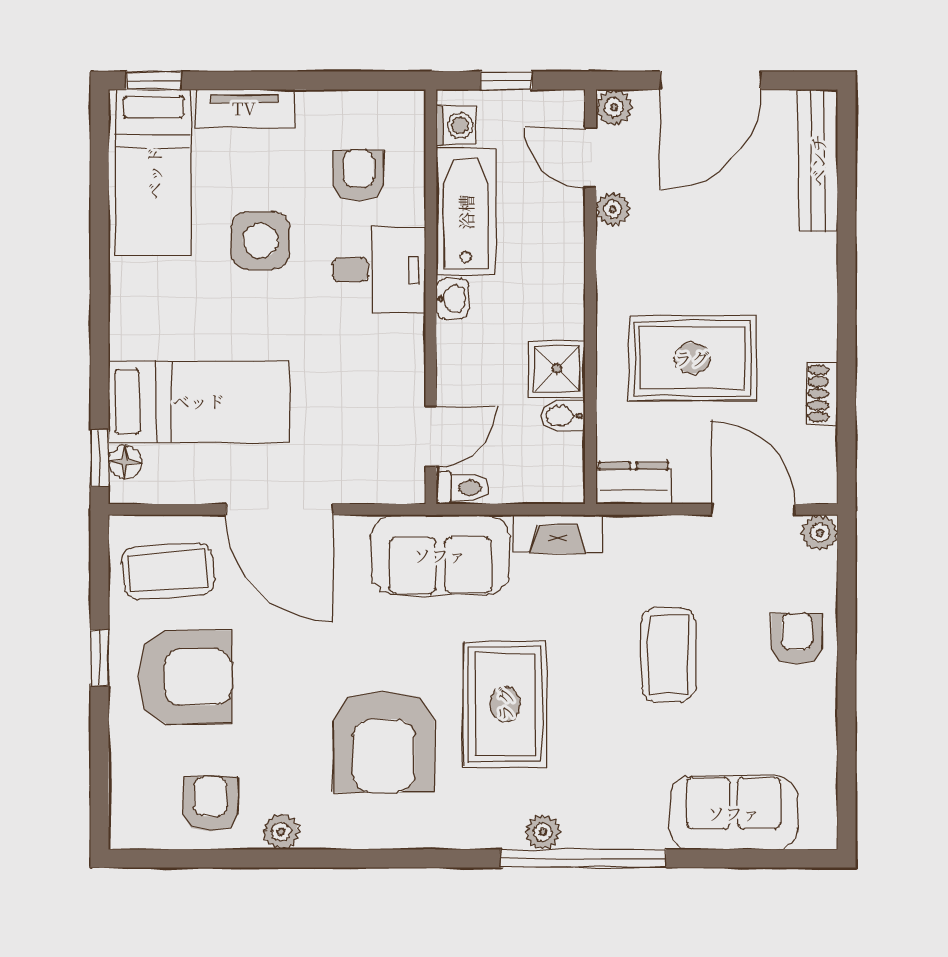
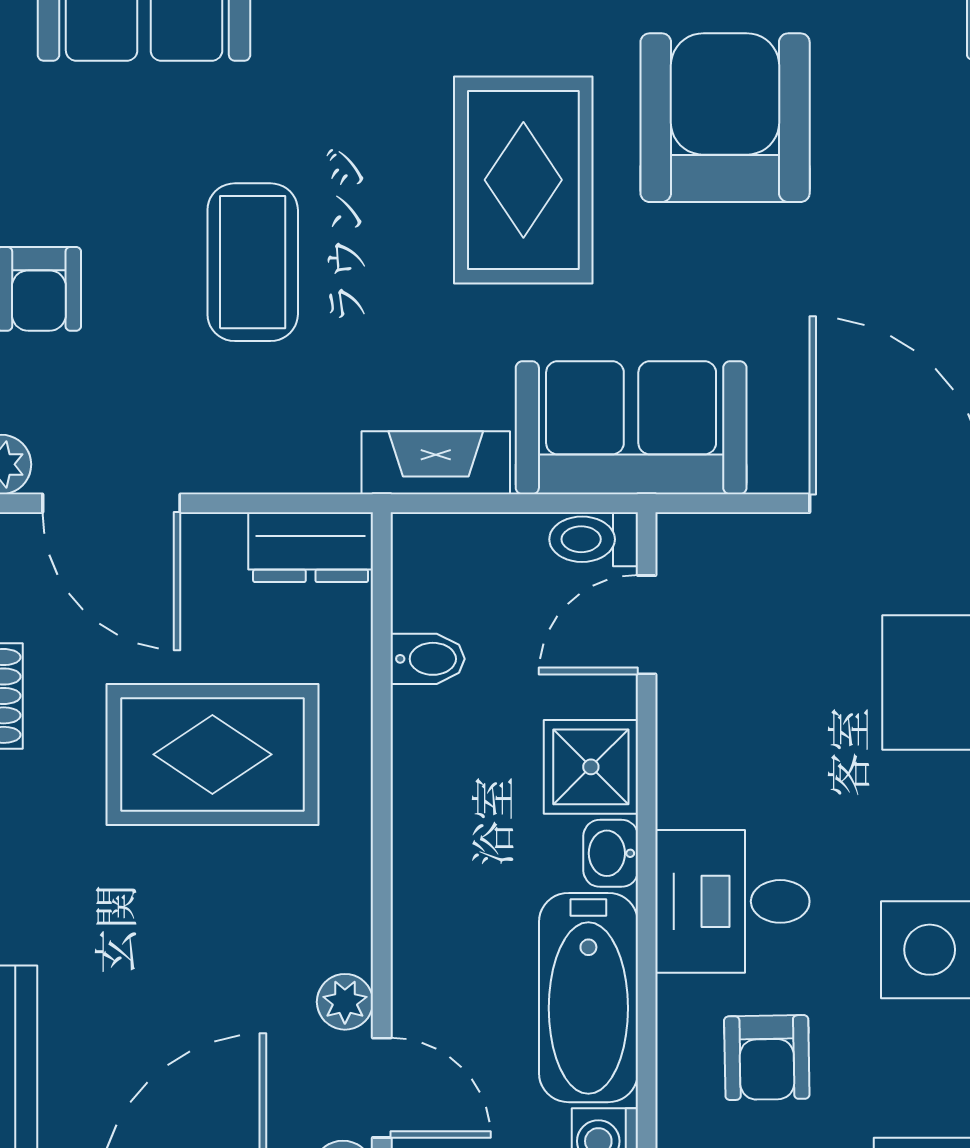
shower: (557, 369) -> (591, 767), moved

